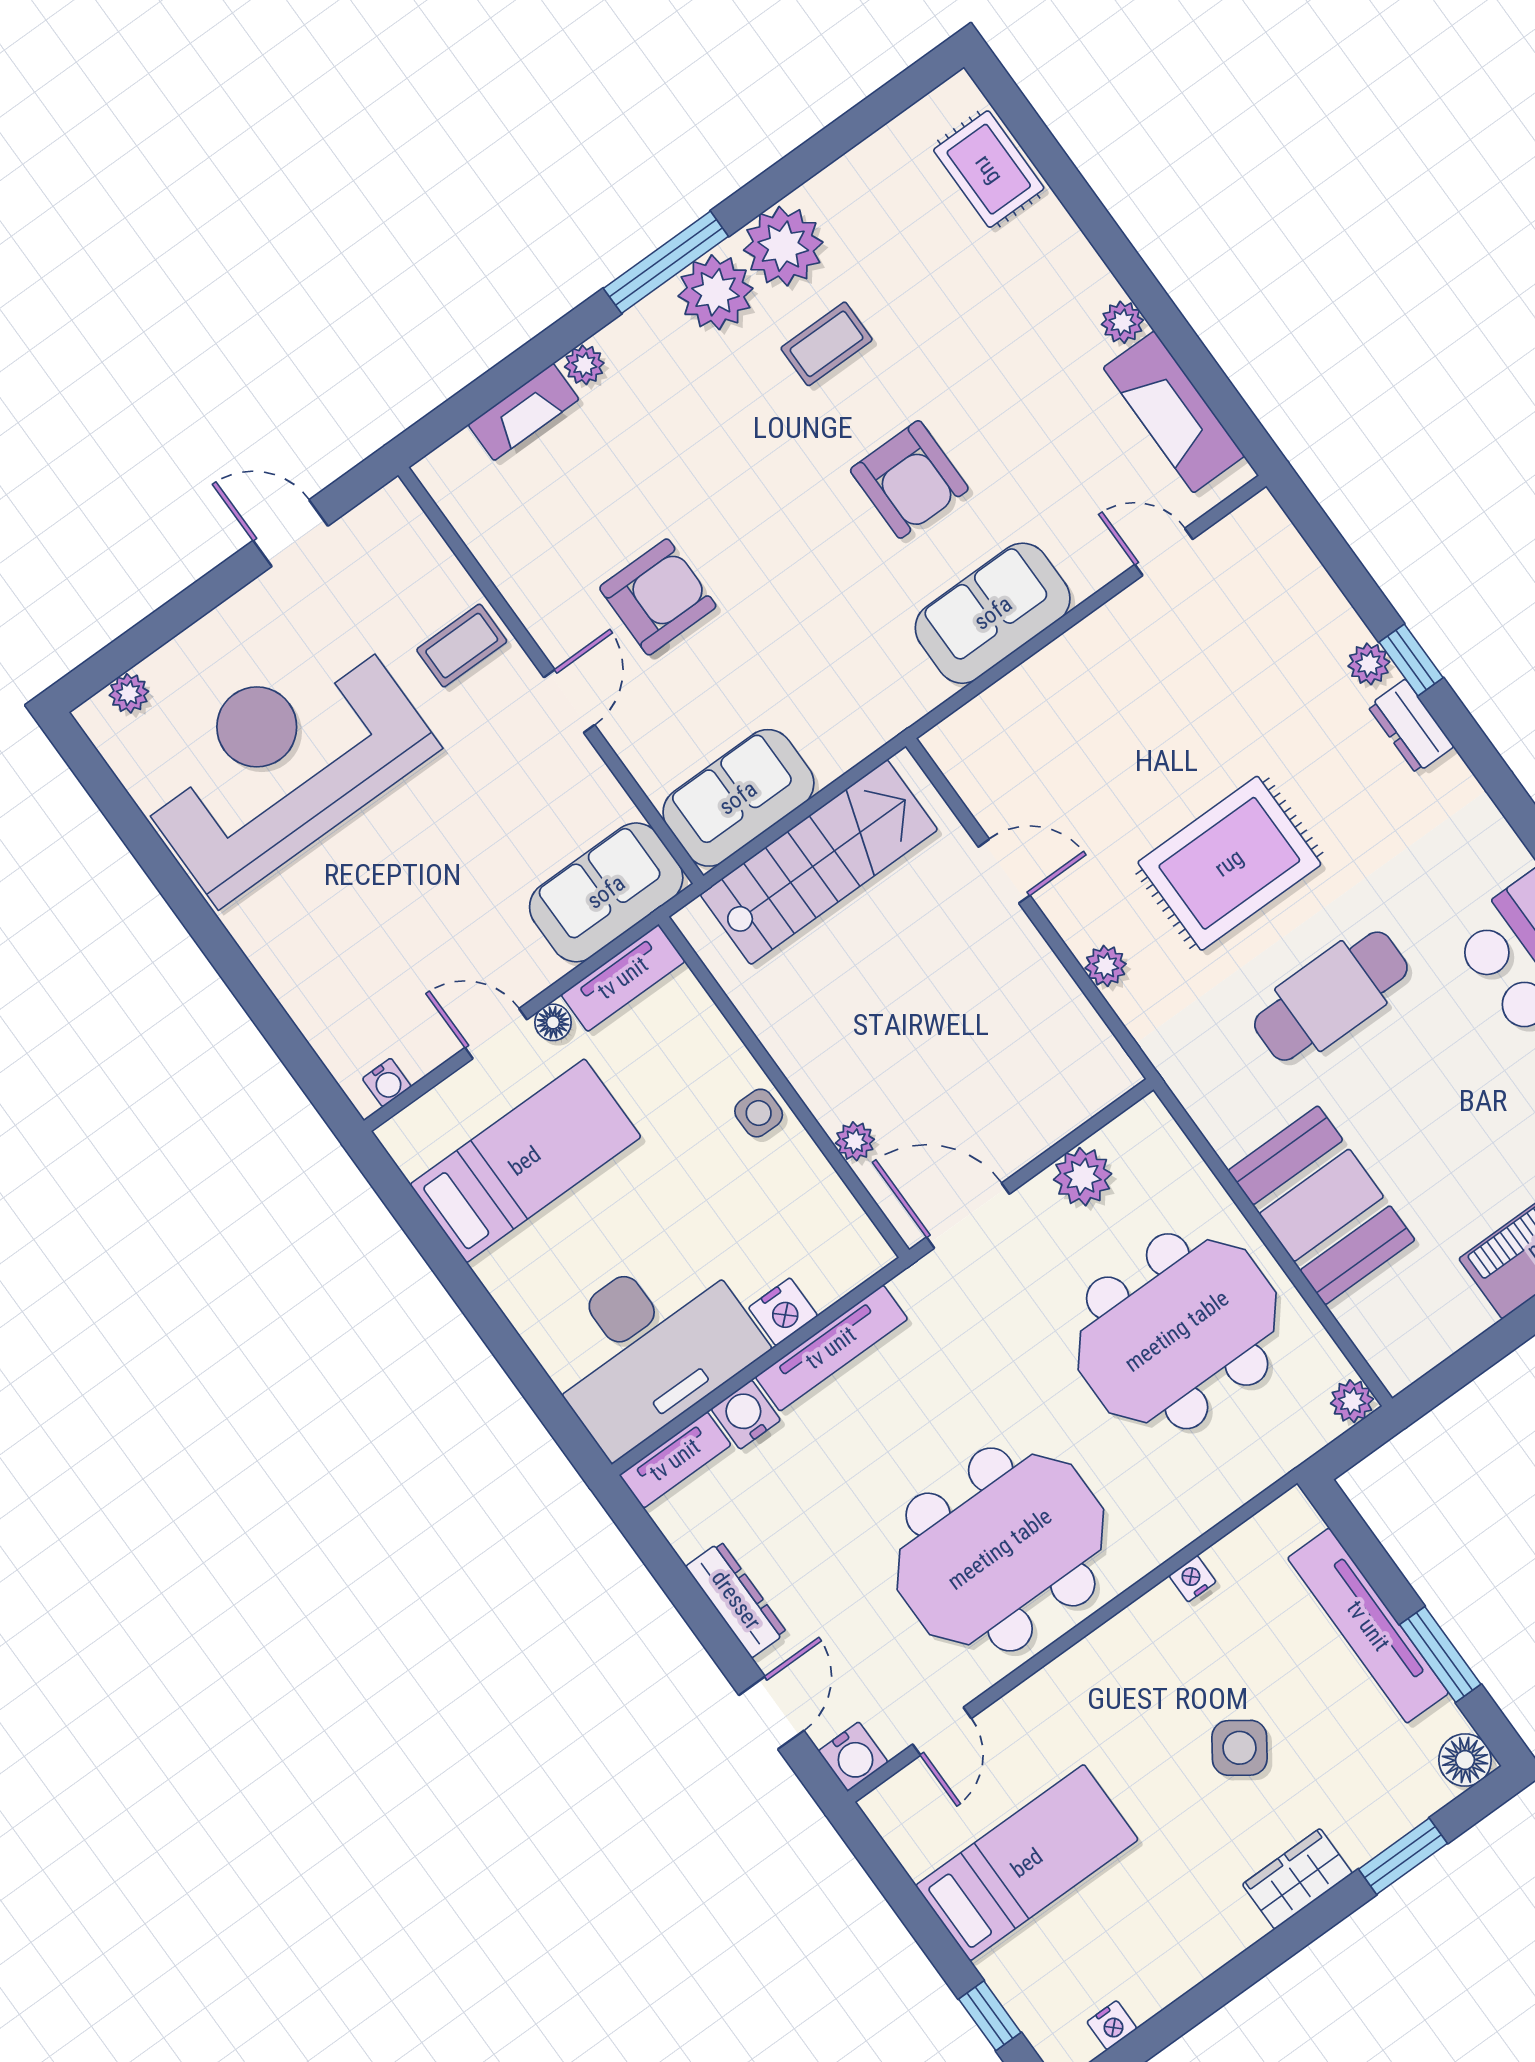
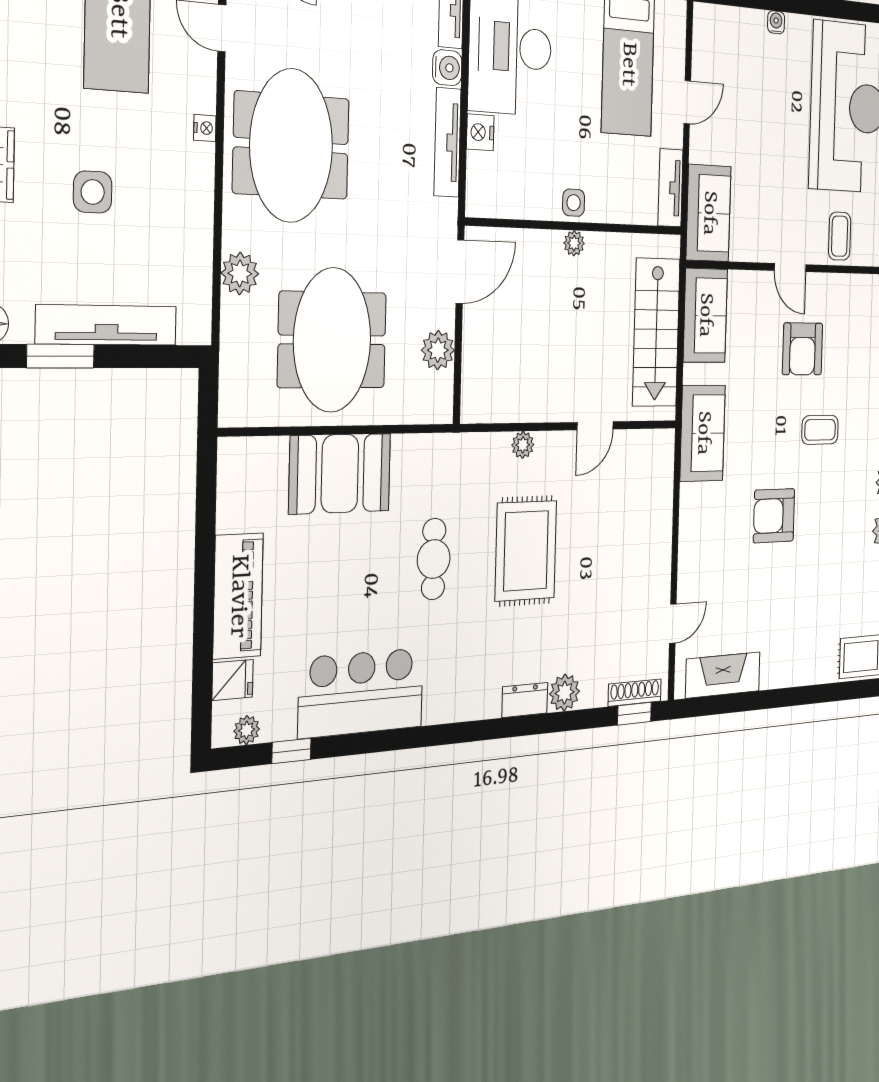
plant: (1122, 322) -> (771, 677), removed
coffee table: (827, 344) -> (820, 430), moved, turned 90
shoe rack: (1291, 550) -> (635, 693), added
sofa: (993, 613) -> (703, 433), moved
window: (1411, 660) -> (634, 714), moved
plant: (1369, 664) -> (565, 693), width x1.38, depth x1.38
cafe table: (1331, 996) -> (434, 559), width x0.73, depth x0.74
floor lamp: (553, 1022) -> (674, 135), removed
water cooler: (387, 1083) -> (776, 22), moved, turned 90
plant: (855, 1141) -> (574, 243), moved
plant: (1352, 1401) -> (240, 273), moved, width x1.38, depth x1.38
nightstand: (1193, 1579) -> (205, 128), moved
side table: (1240, 1748) -> (93, 192), turned -35

